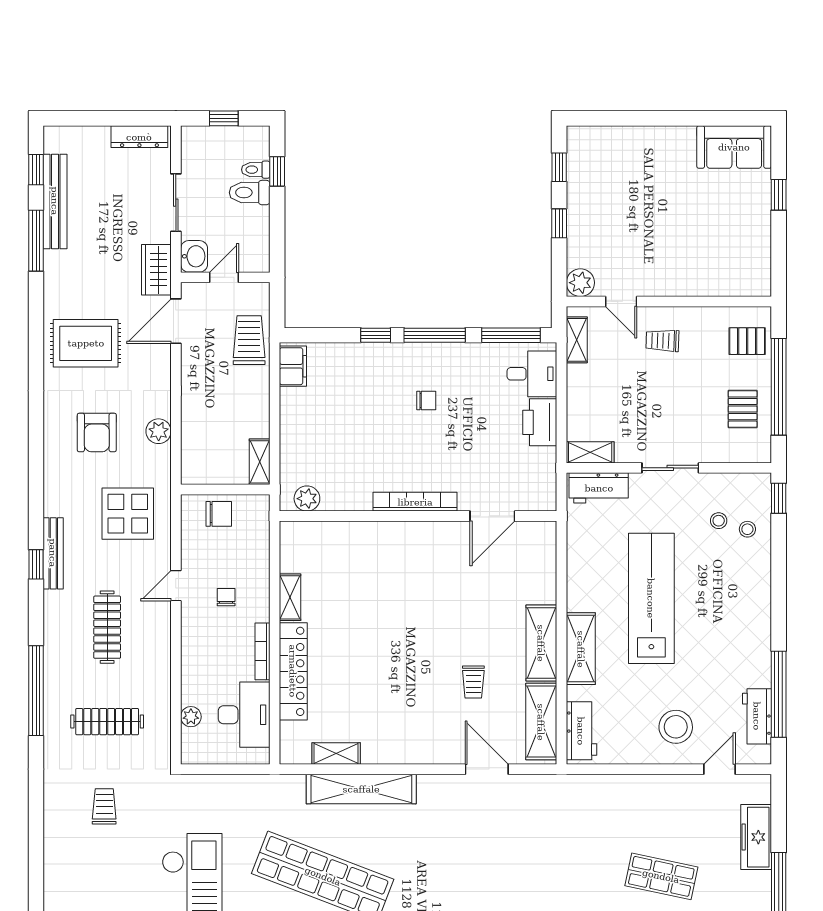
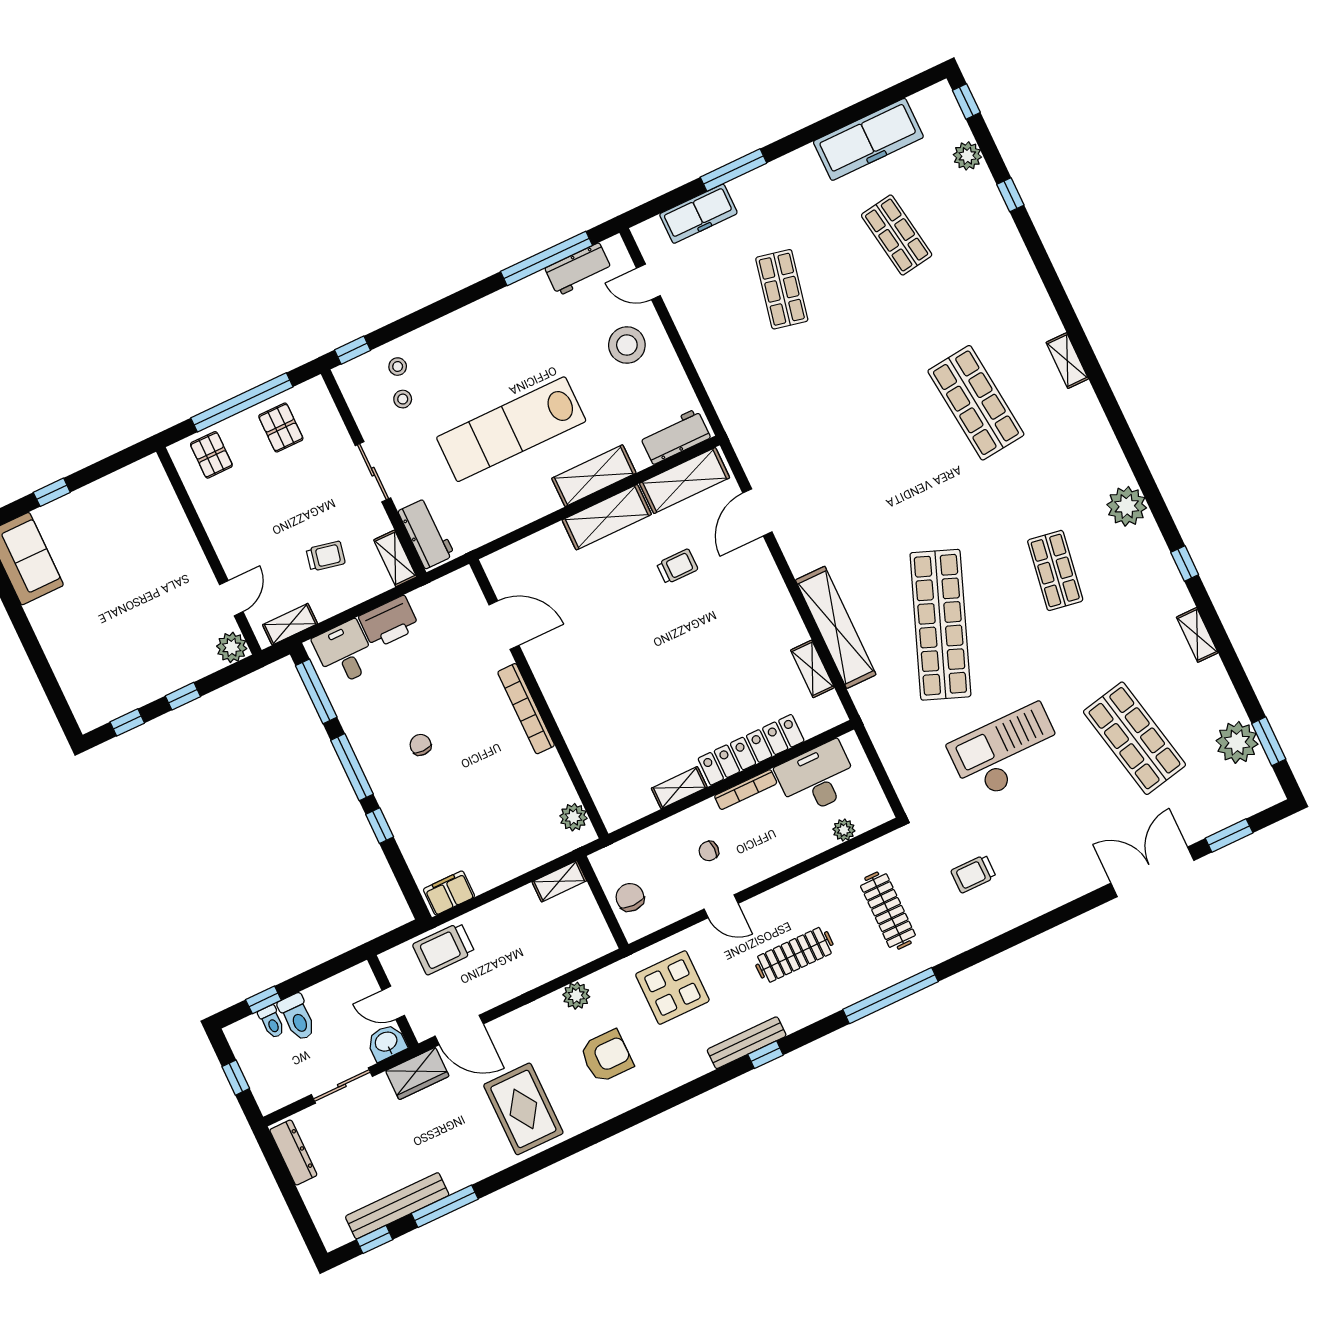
trolley: (662, 341) -> (326, 556), moved, turned -80
pallet: (743, 409) -> (281, 428), turned 90

